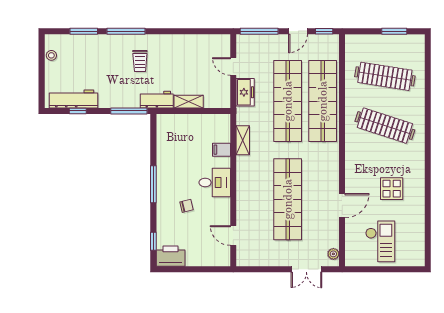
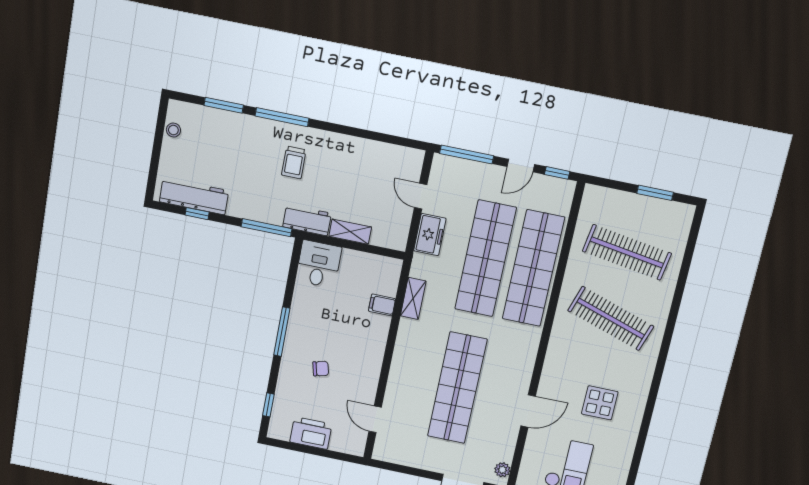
desk: (215, 183) -> (319, 264), moved, turned -90
printer: (171, 256) -> (311, 433), moved

